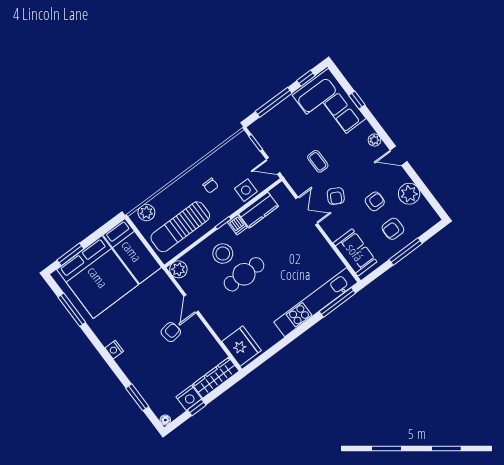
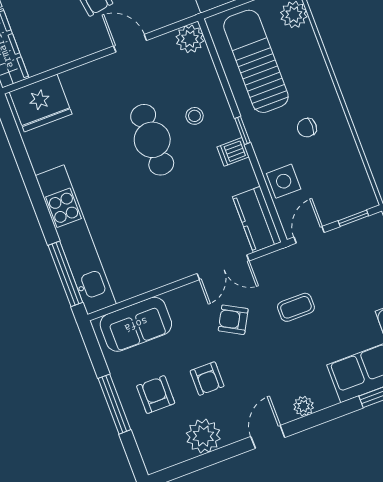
kitchen counter: (259, 210) -> (257, 219), moved
stool: (223, 254) -> (194, 116), width x0.53, depth x0.53

